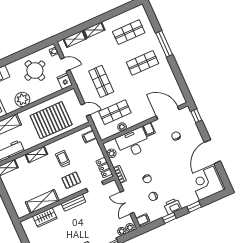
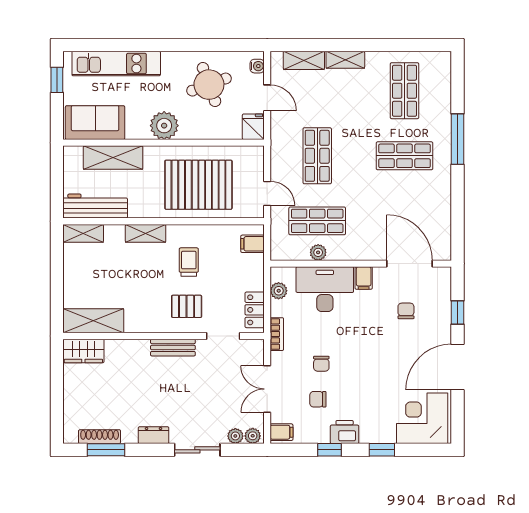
shop shelf: (129, 32) -> (404, 91), turned 90
window: (196, 116) -> (457, 313), moved
shelving: (42, 201) -> (93, 321), moved
wardrobe: (45, 217) -> (83, 351), moved

